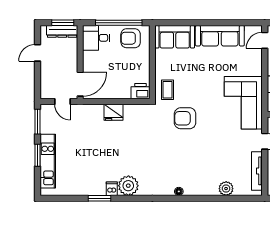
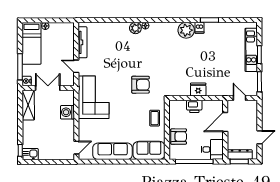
armchair: (131, 38) -> (179, 137), moved
door: (80, 84) -> (225, 122), moved
coffee table: (168, 90) -> (155, 118), moved
printer: (140, 91) -> (194, 106), moved
plant: (226, 189) -> (135, 28), moved

